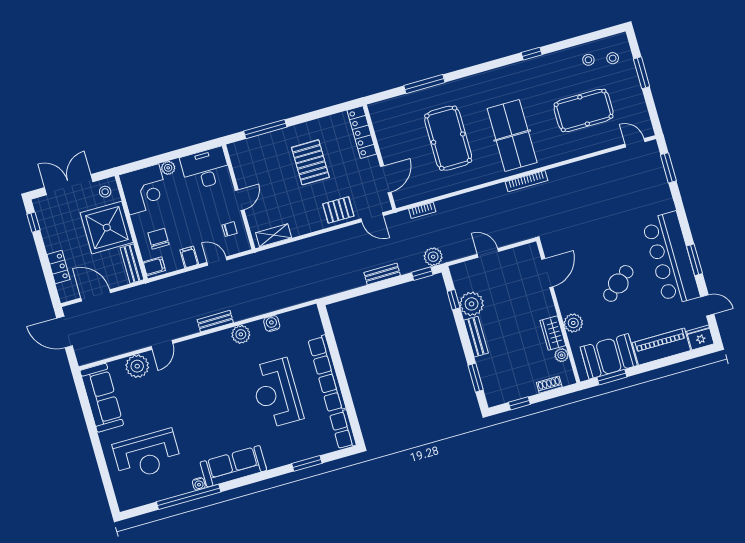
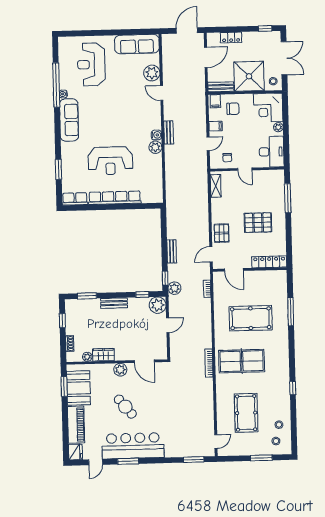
plant: (472, 304) -> (158, 305), moved
plant: (573, 323) -> (120, 370), moved
water cooler: (272, 324) -> (156, 135), moved
reception desk: (276, 393) -> (110, 161), turned 180

